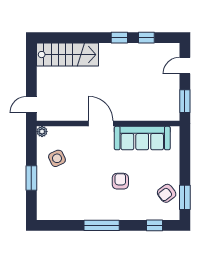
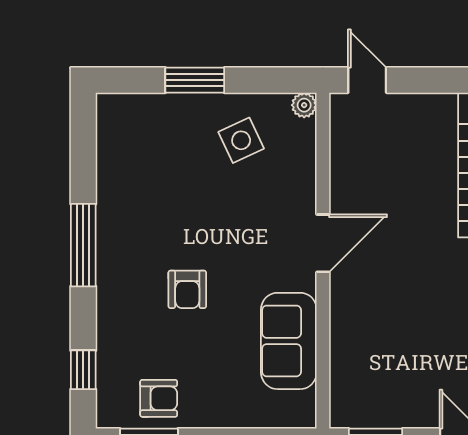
sofa: (142, 138) -> (289, 341), width x0.73
armchair: (120, 181) -> (187, 289), turned 90
armchair: (167, 193) -> (159, 398), turned 127

